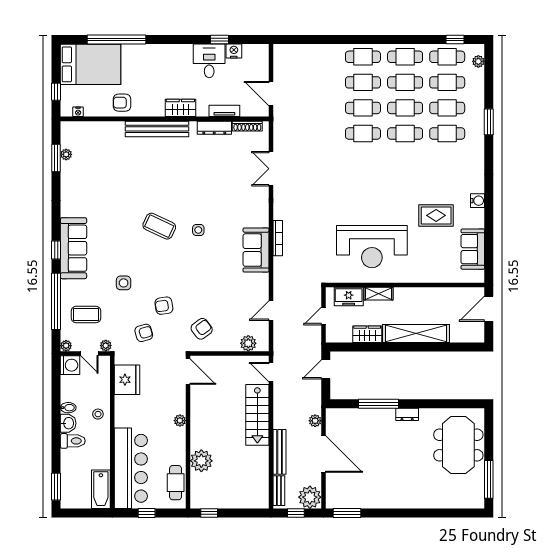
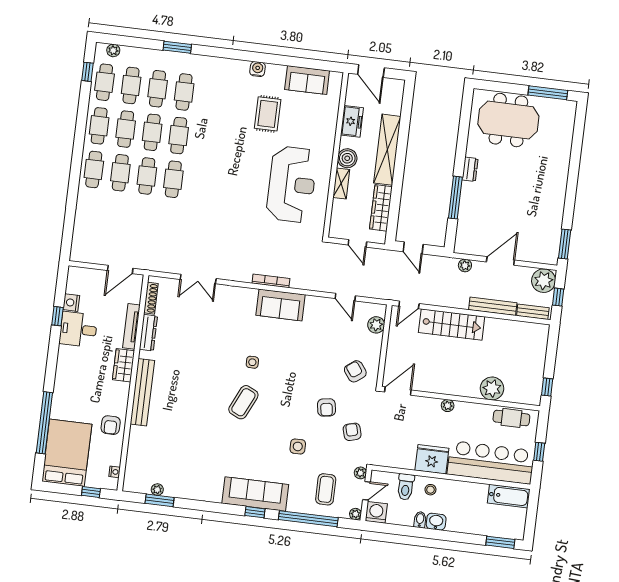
tv unit: (224, 111) -> (131, 326), width x1.41
freezer: (349, 296) -> (352, 121), moved
boiler: (403, 296) -> (347, 158), added
wardrobe: (367, 334) -> (381, 208), width x1.50
fridge: (127, 380) -> (432, 459), moved
toilet: (73, 441) -> (406, 487), moved, turned 180
door: (323, 454) -> (500, 261), width x0.73

